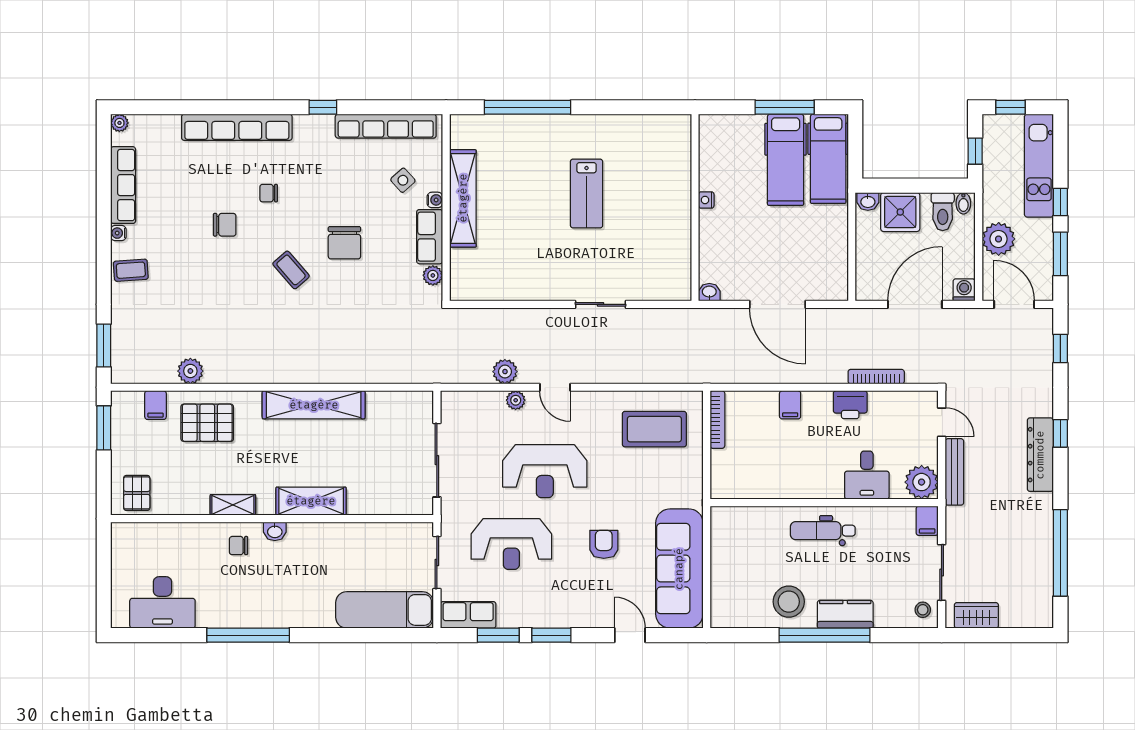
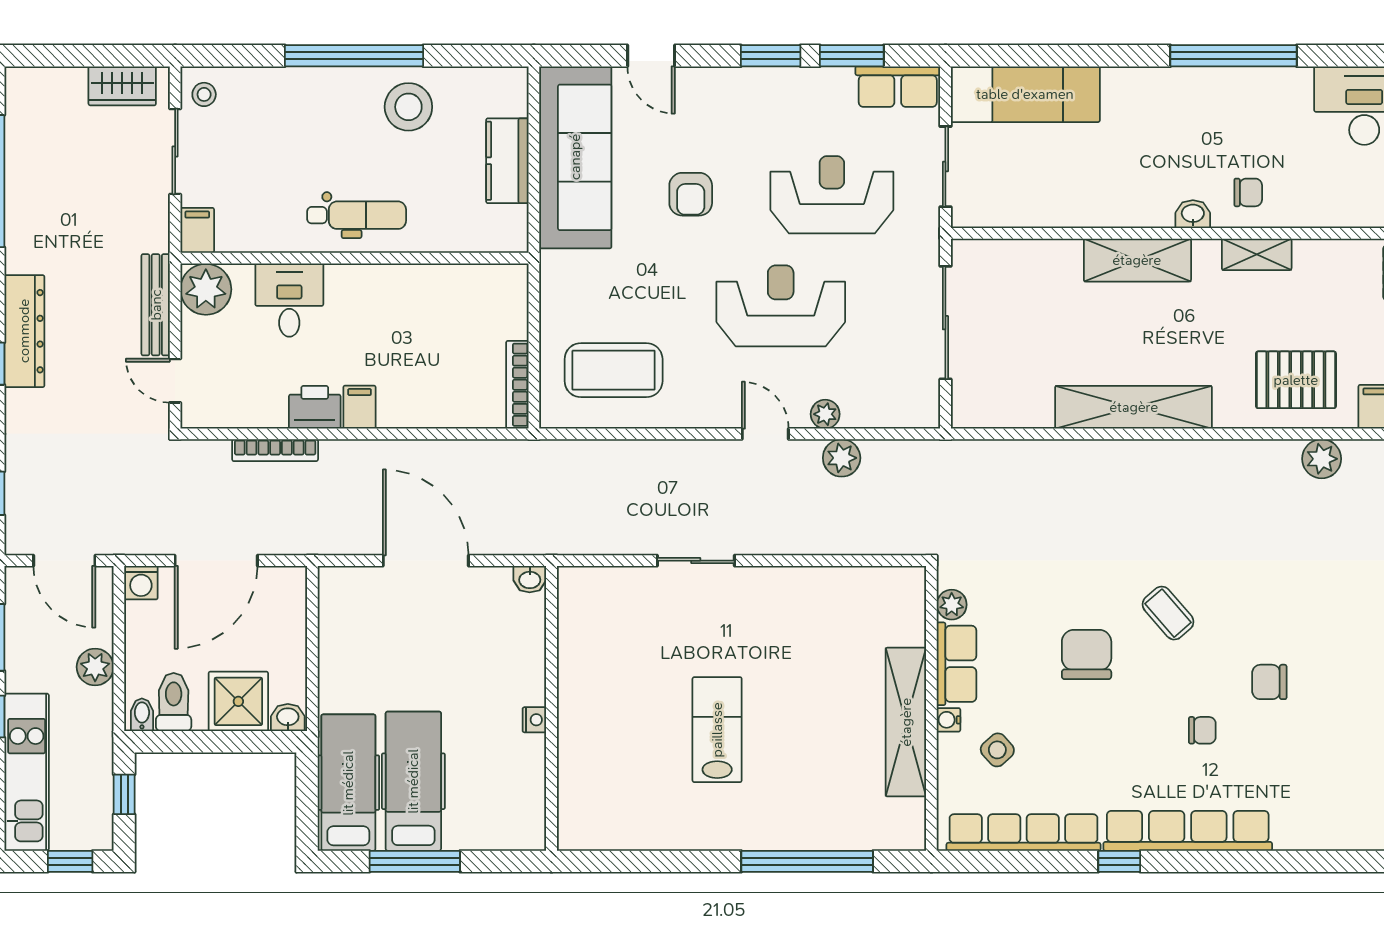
row of seats: (237, 127) -> (1188, 831), moved
plant: (999, 239) -> (95, 667), width x0.73, depth x0.73
filing cabinet: (790, 405) -> (360, 407), moved
kitchen counter: (845, 614) -> (507, 161), moved, turned 90

